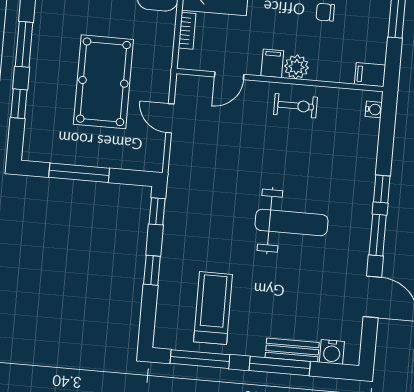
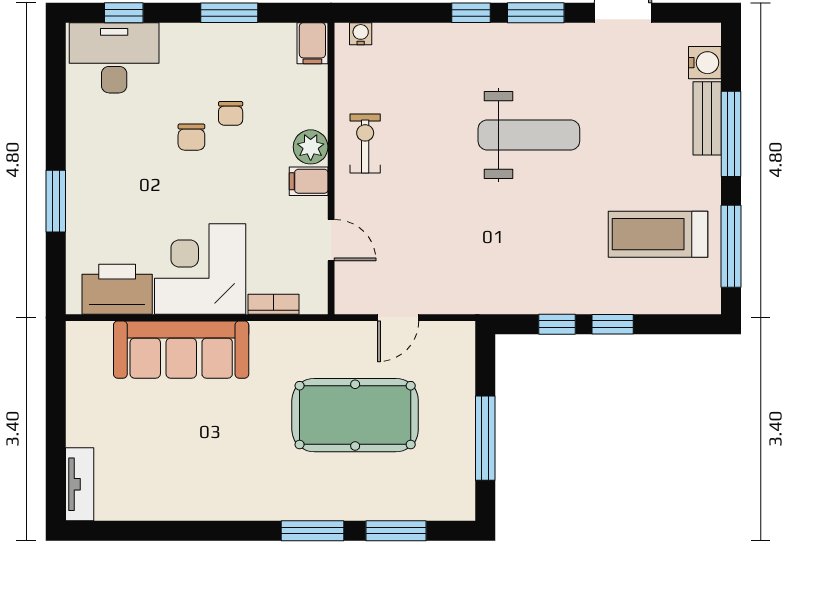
window: (19, 104) -> (396, 531), width x1.50
window: (157, 211) -> (557, 324), moved
weight bench: (291, 223) -> (529, 135), turned 90

